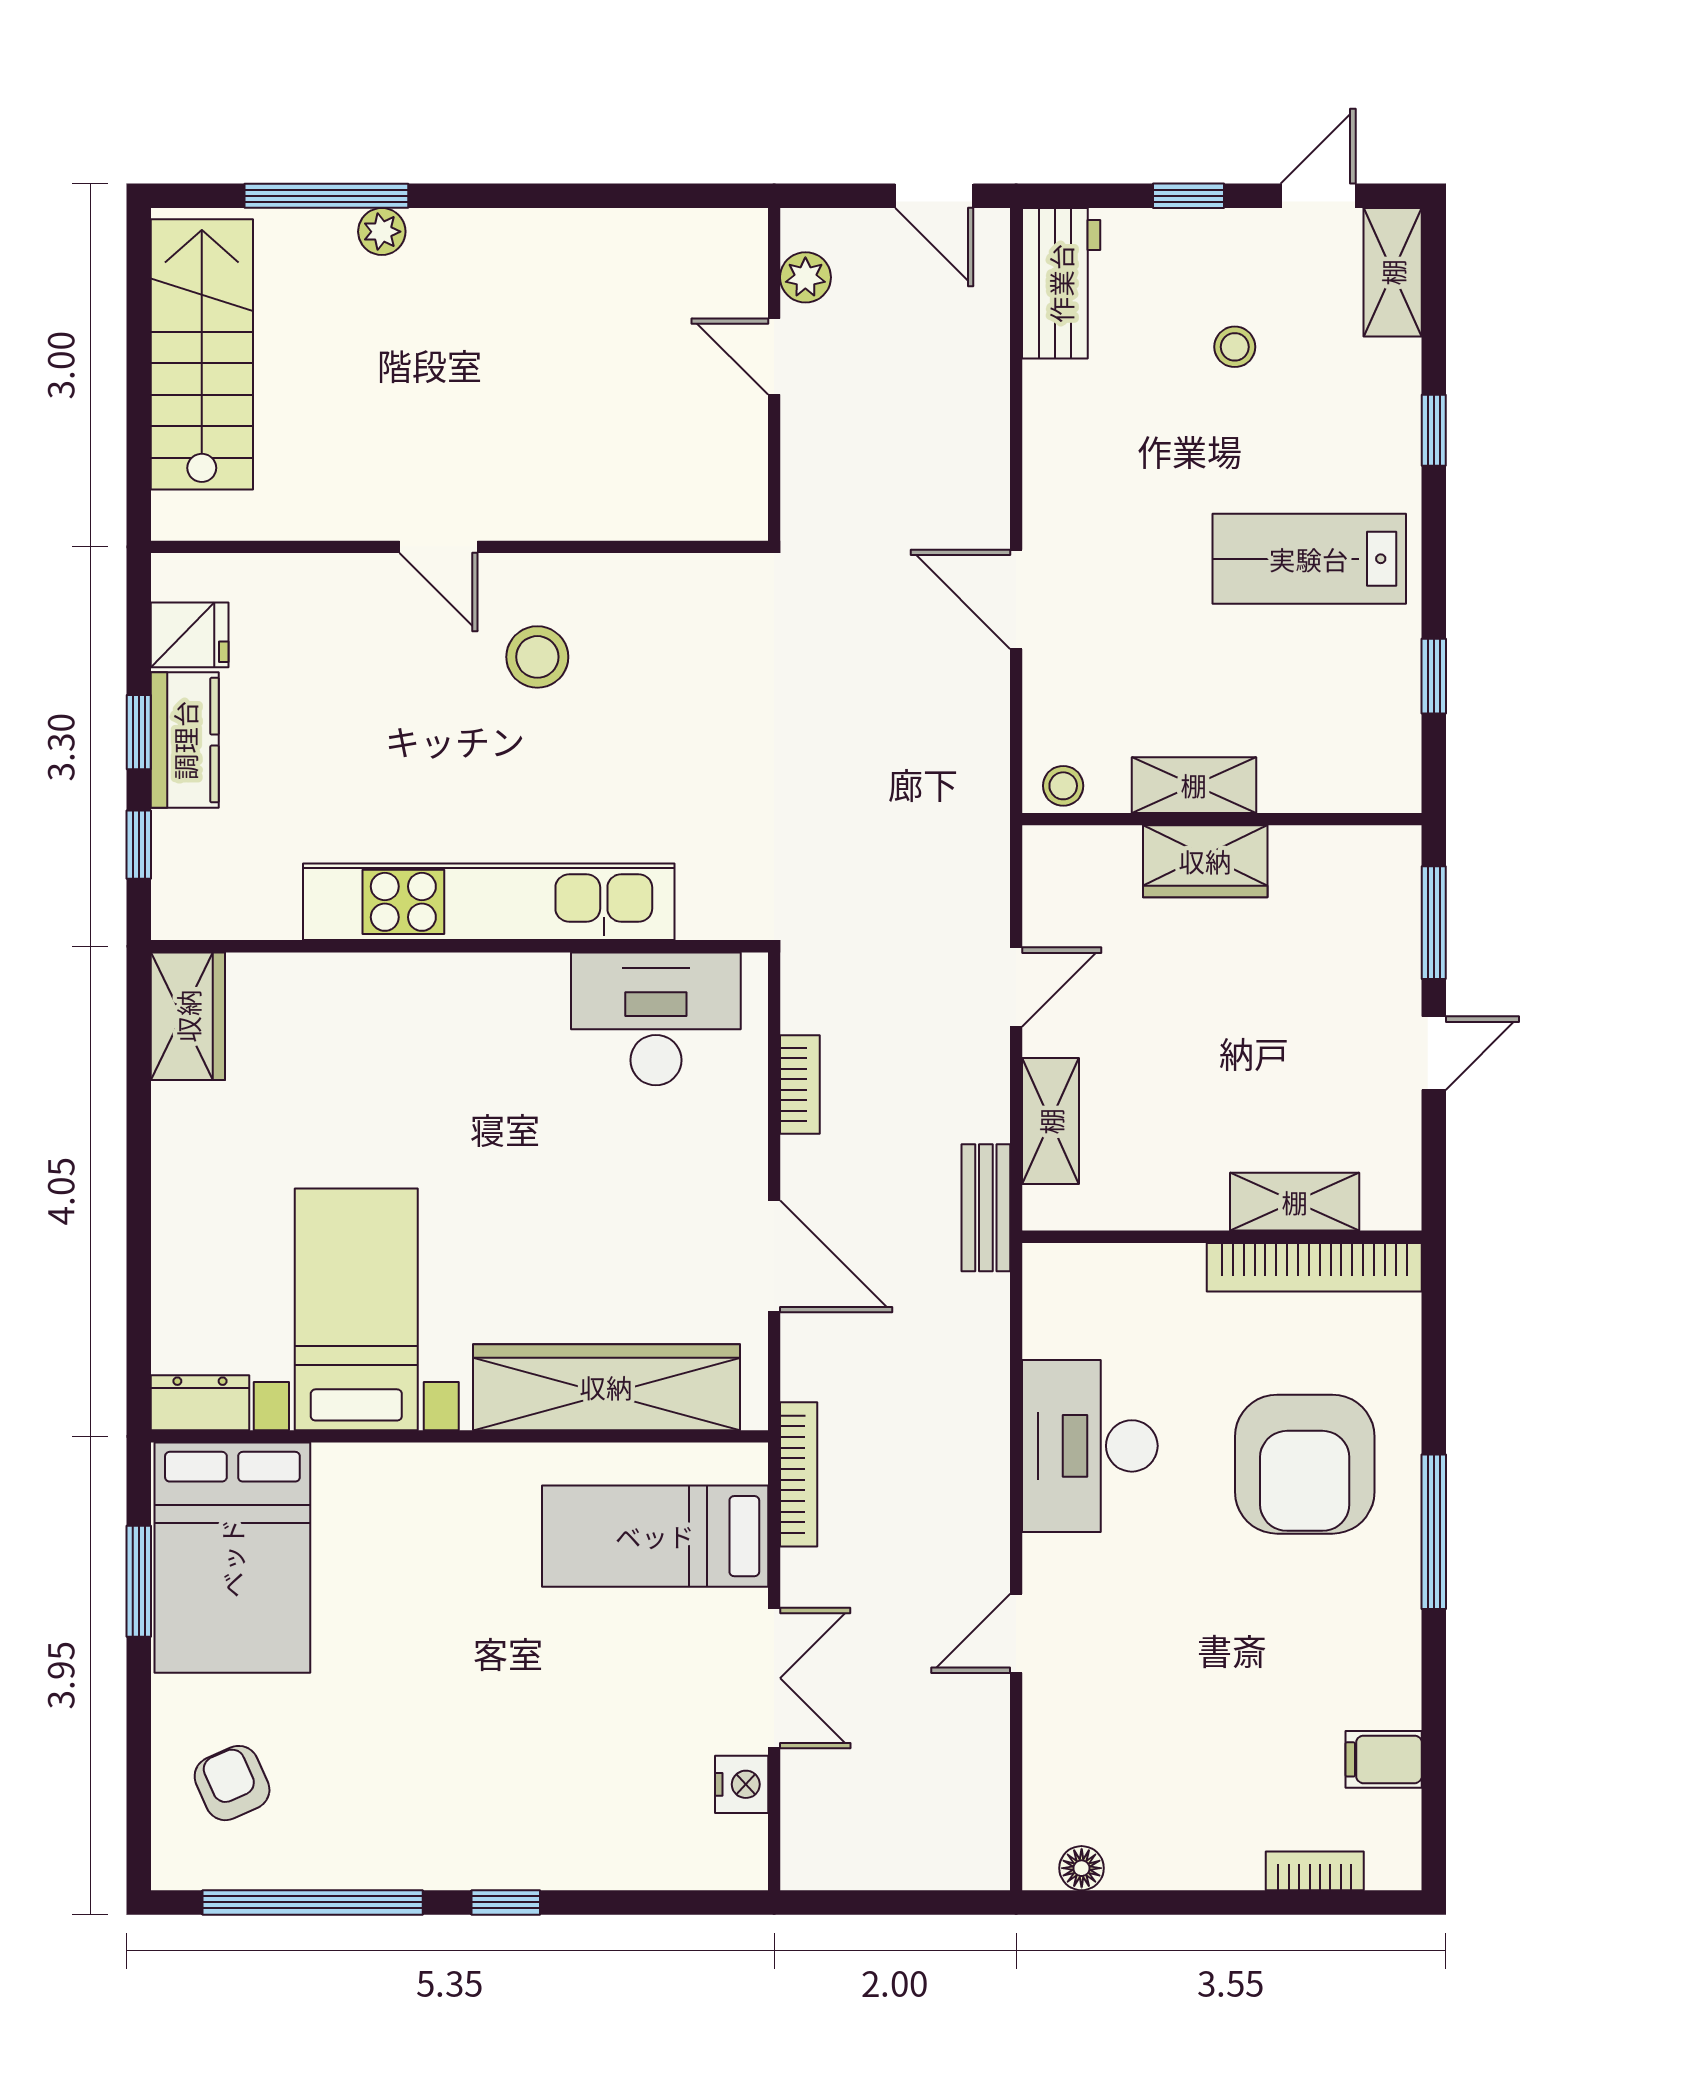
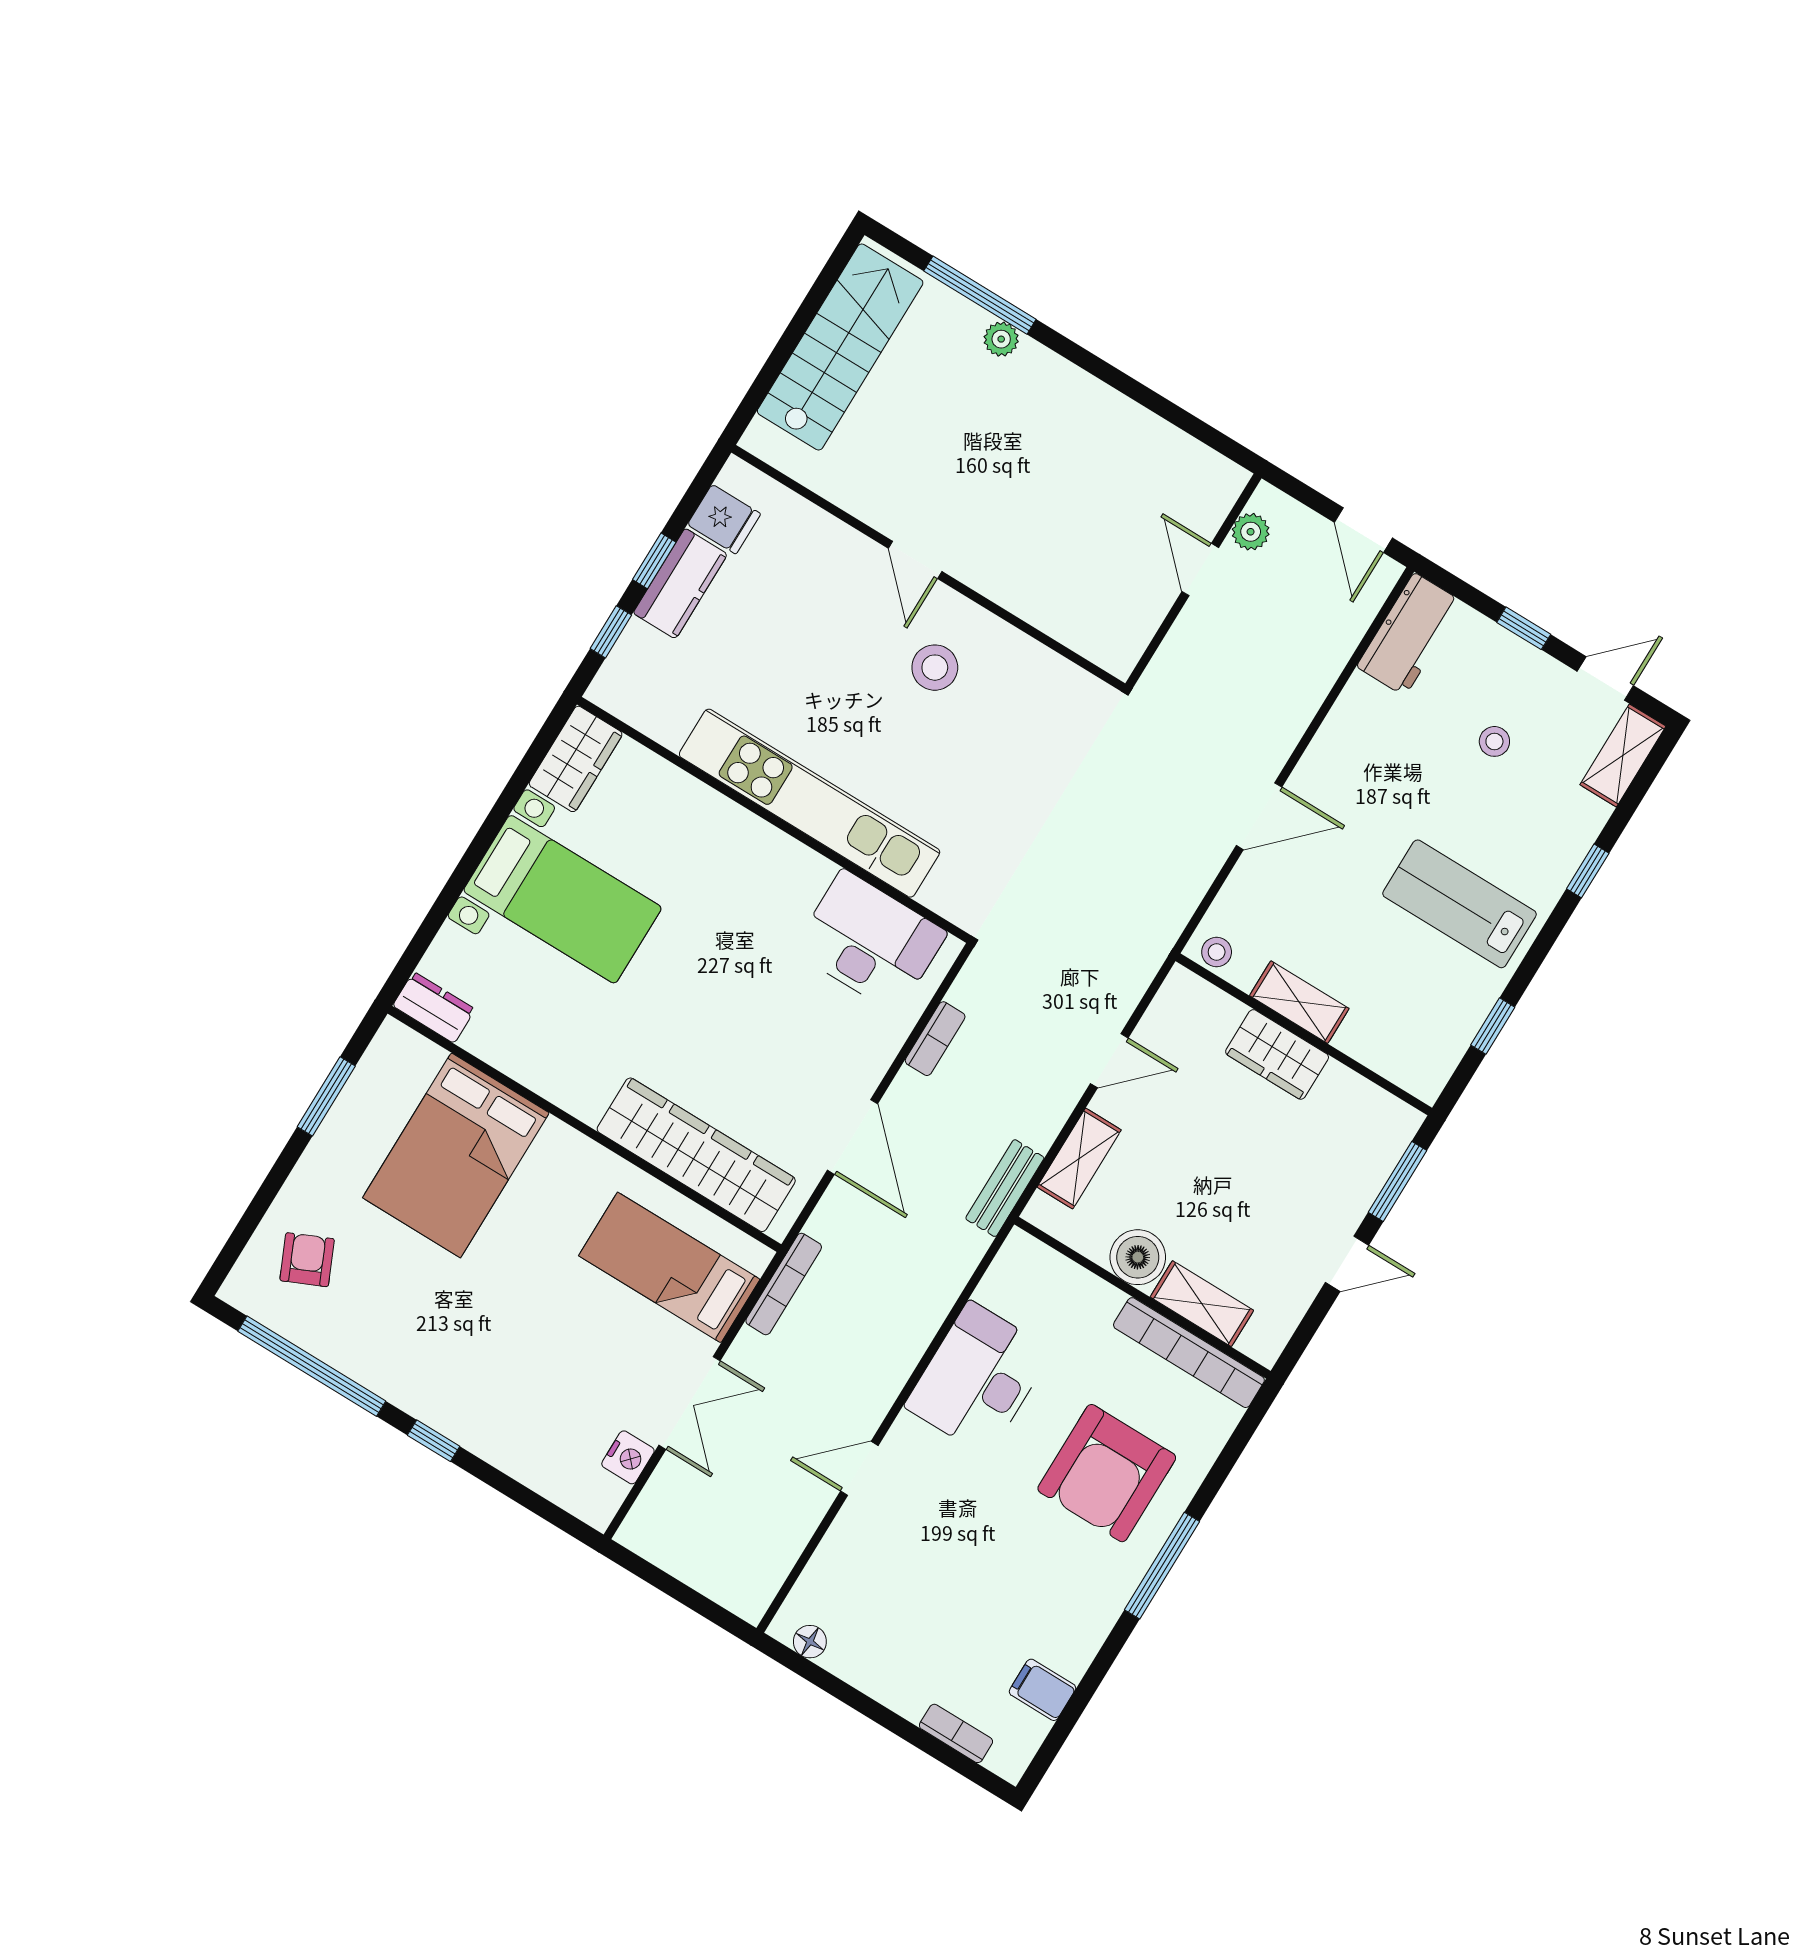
door: (1016, 599) -> (1259, 816), swing flipped
boiler: (1188, 1193) -> (1138, 1257), added
bed with nightstands: (356, 1309) -> (562, 899), moved, turned 90
bed: (232, 1558) -> (456, 1155), moved

